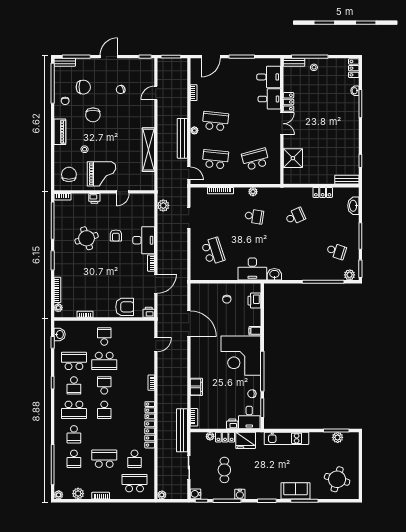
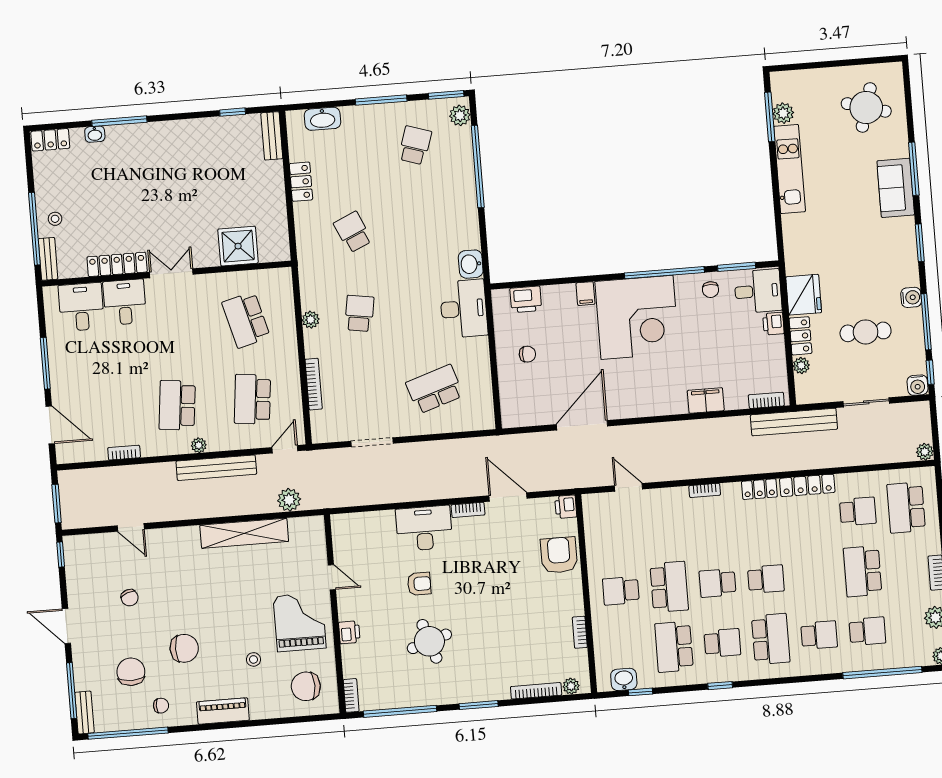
locker: (289, 102) -> (117, 264), width x1.53
plant: (163, 205) -> (289, 500), moved
kitchen unit: (286, 438) -> (790, 169), moved

